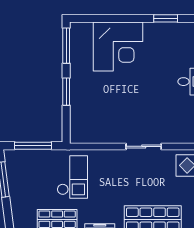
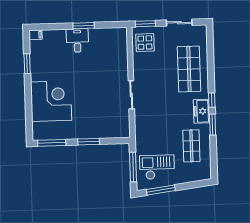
sliding door: (144, 146) -> (131, 95), moved
checkout: (72, 177) -> (157, 167), moved

